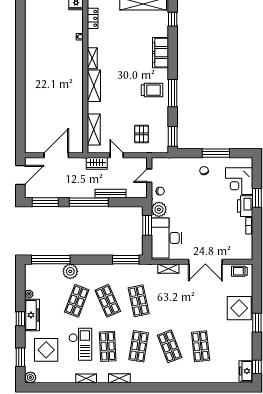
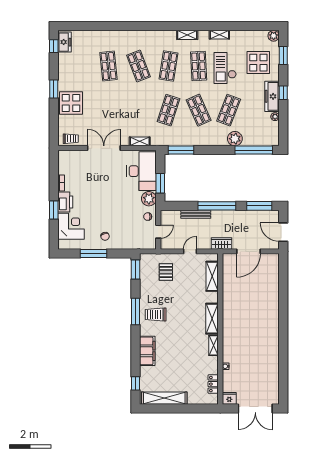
door: (117, 155) -> (190, 251), swing flipped
wardrobe: (97, 163) -> (222, 243), moved
door: (20, 175) -> (283, 232), hinge flipped
shop shelf: (139, 301) -> (169, 110), turned 30

